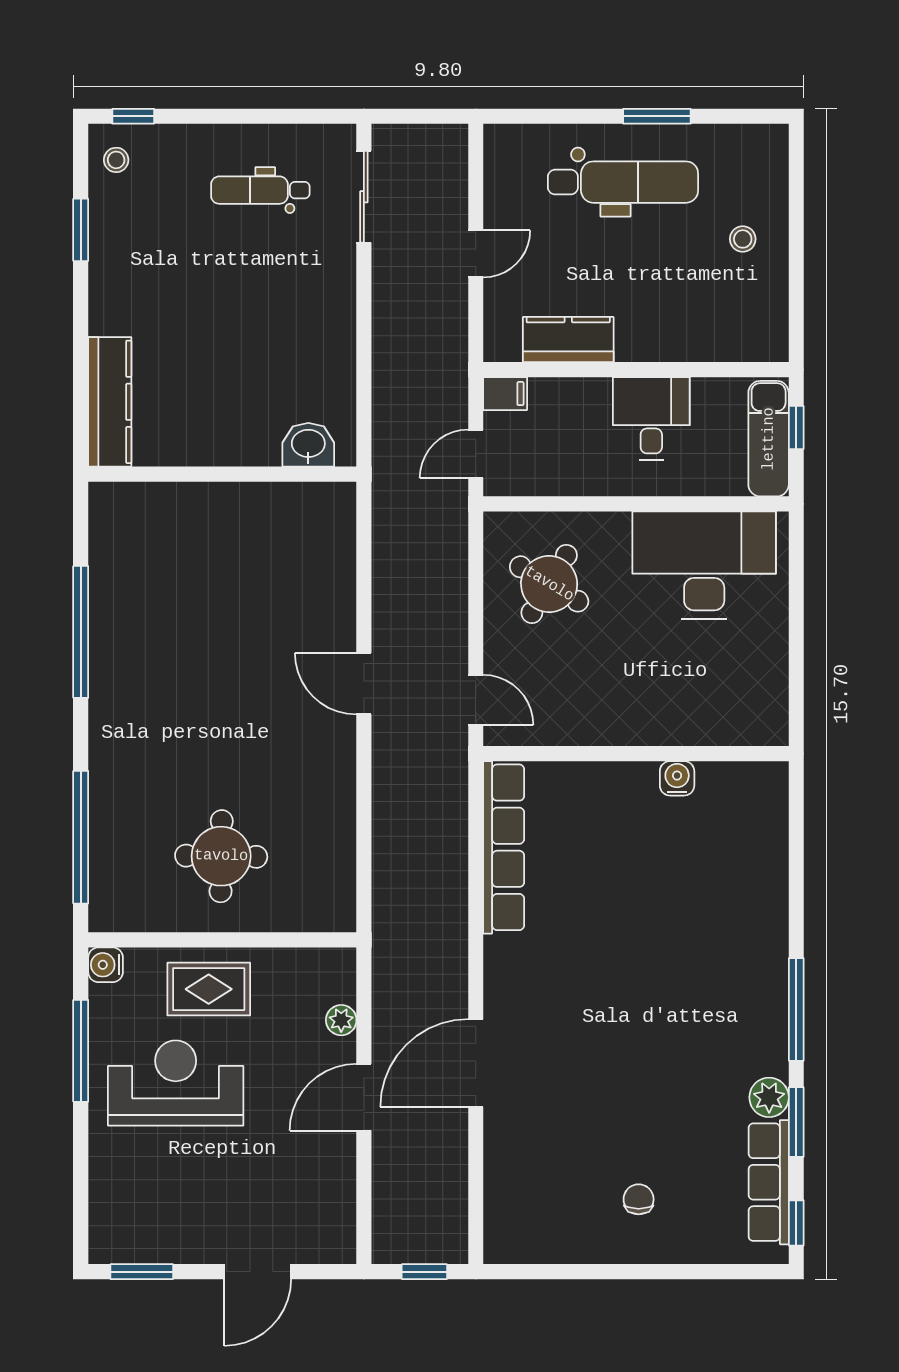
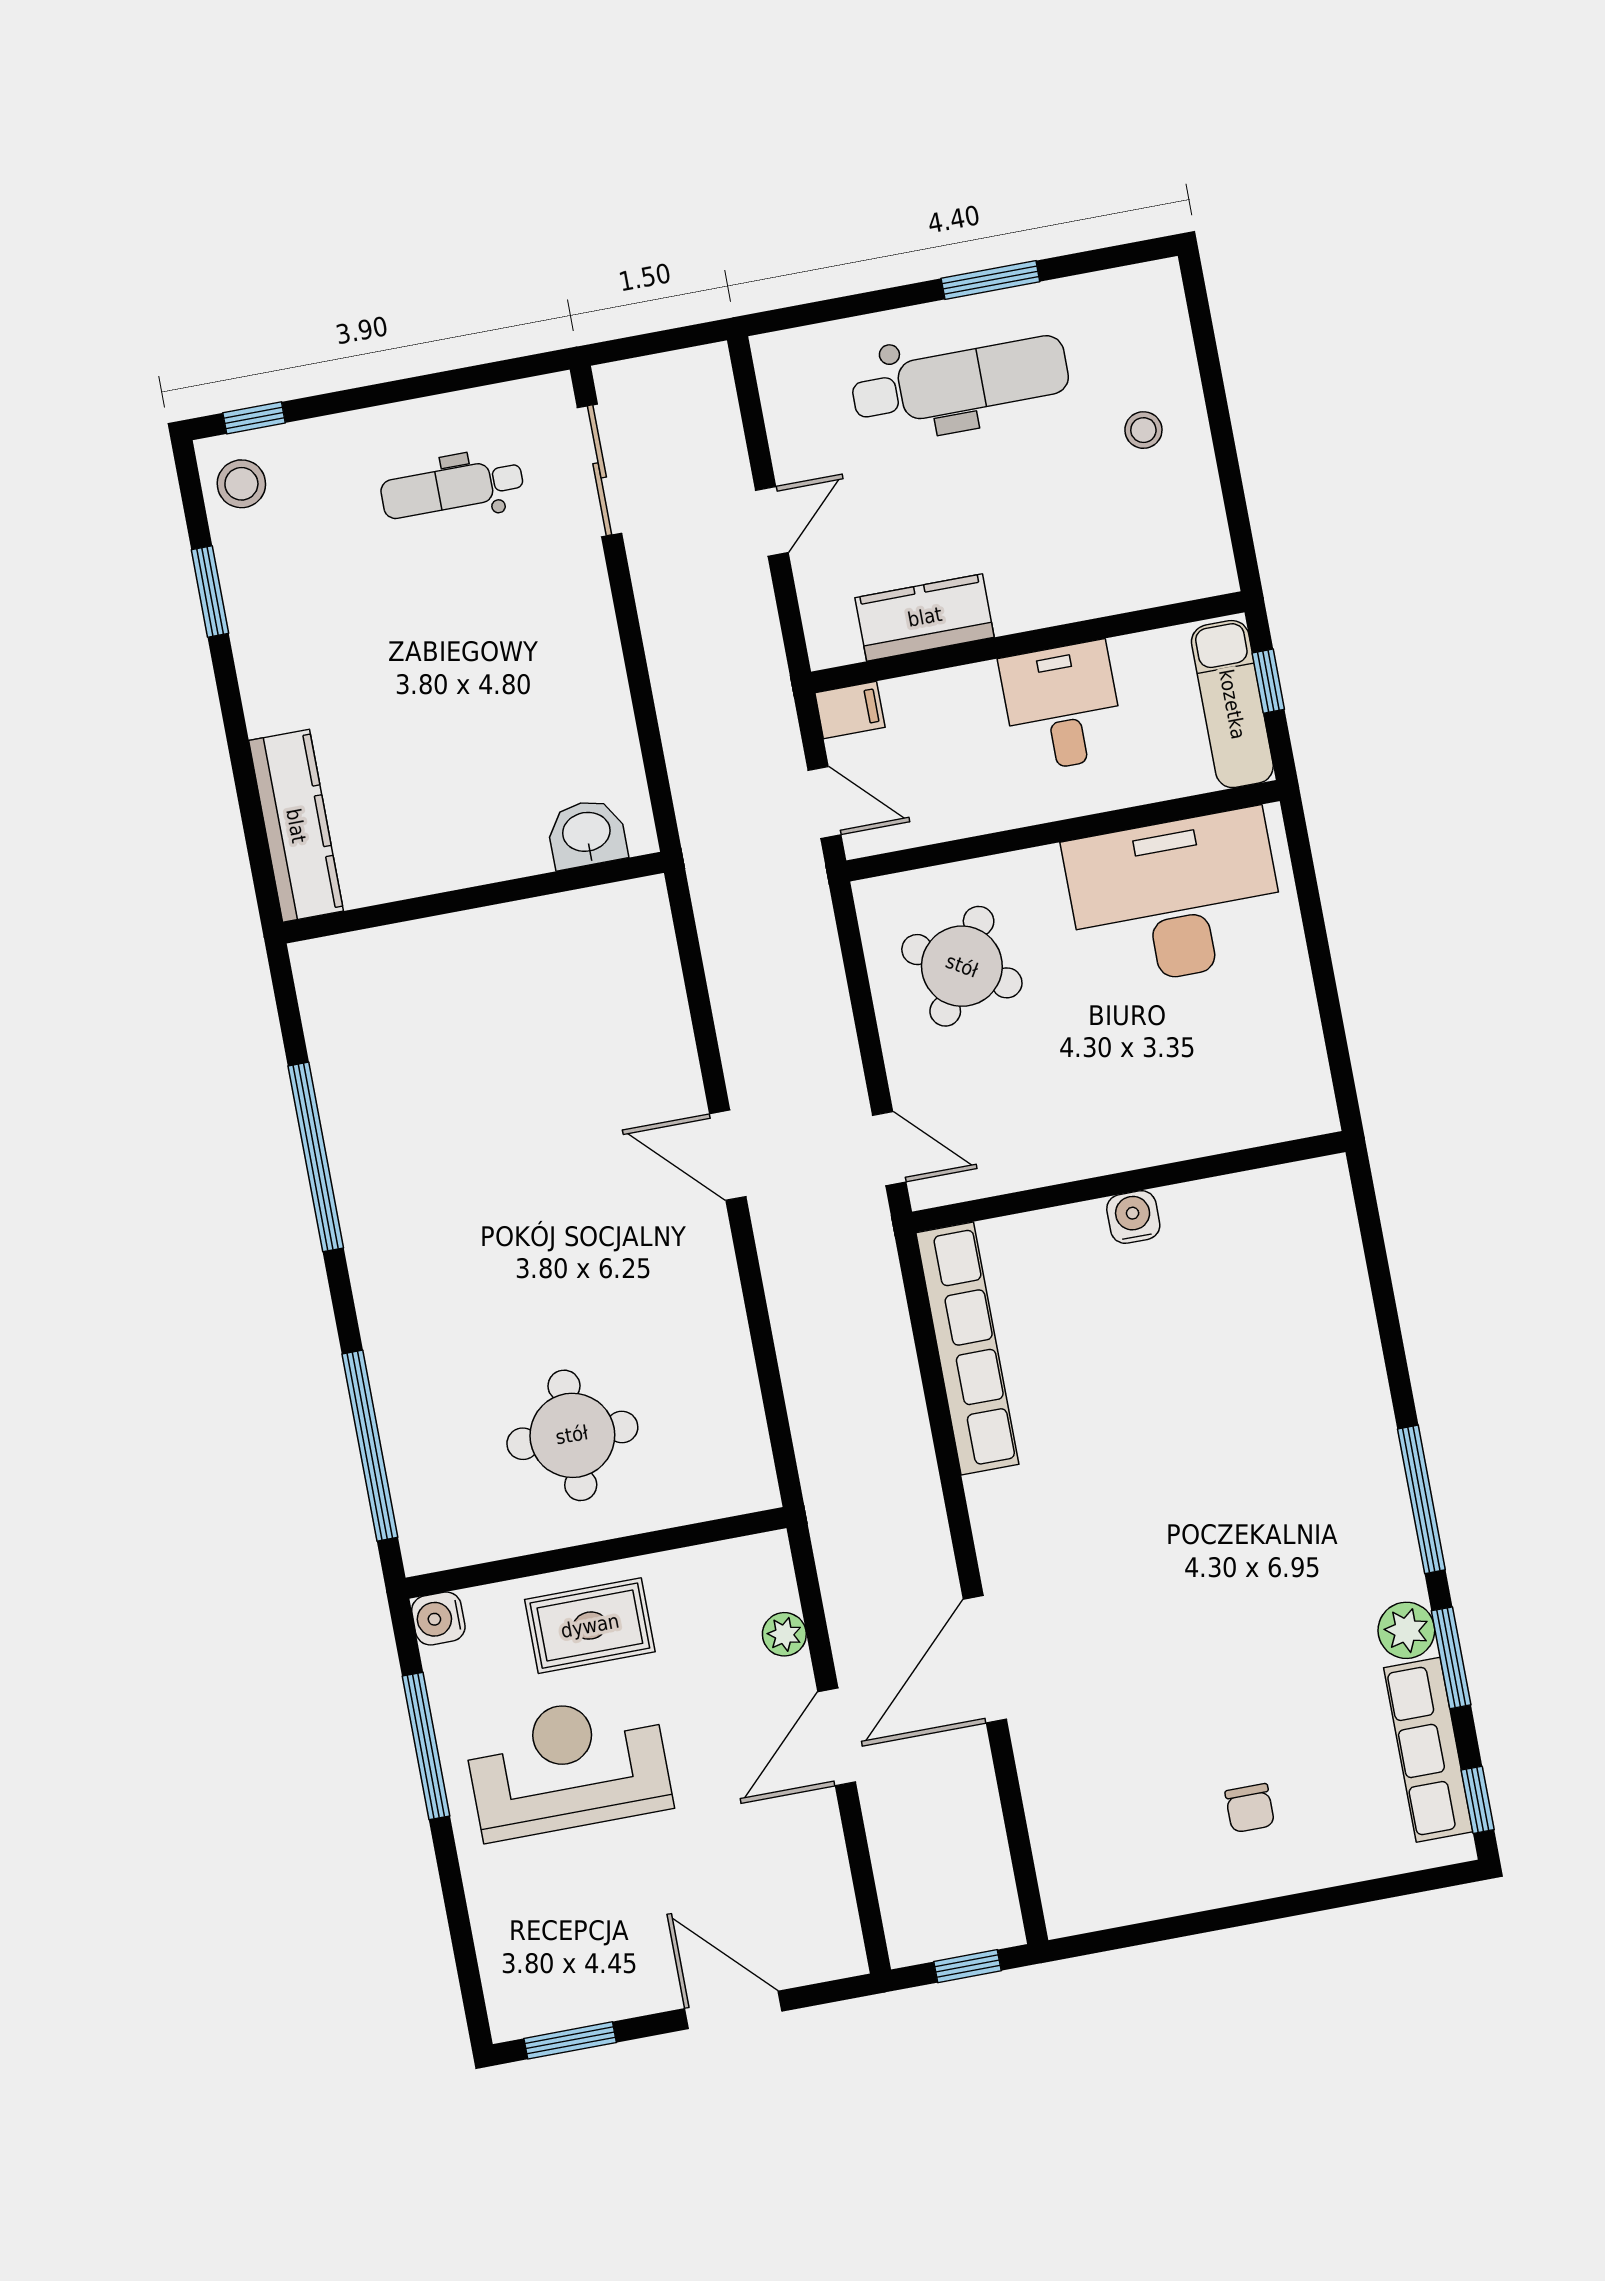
stool: (116, 160) -> (241, 484), width x1.37, depth x1.37
door: (476, 454) -> (824, 803), swing flipped
water cooler: (677, 778) -> (1133, 1217), moved
chair: (639, 1199) -> (1250, 1808), turned 180
door: (258, 1272) -> (733, 2010), swing flipped

